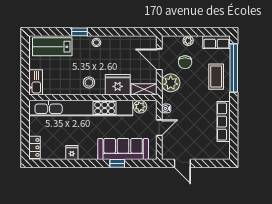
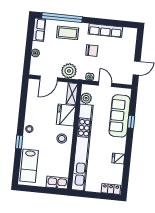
chair: (185, 62) -> (92, 51), moved

